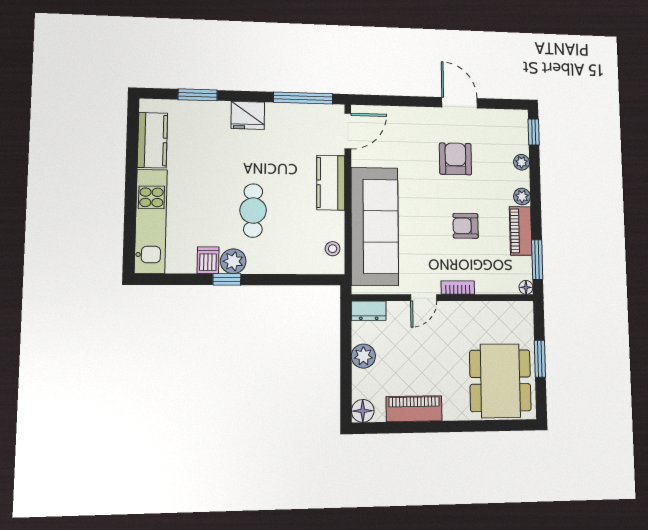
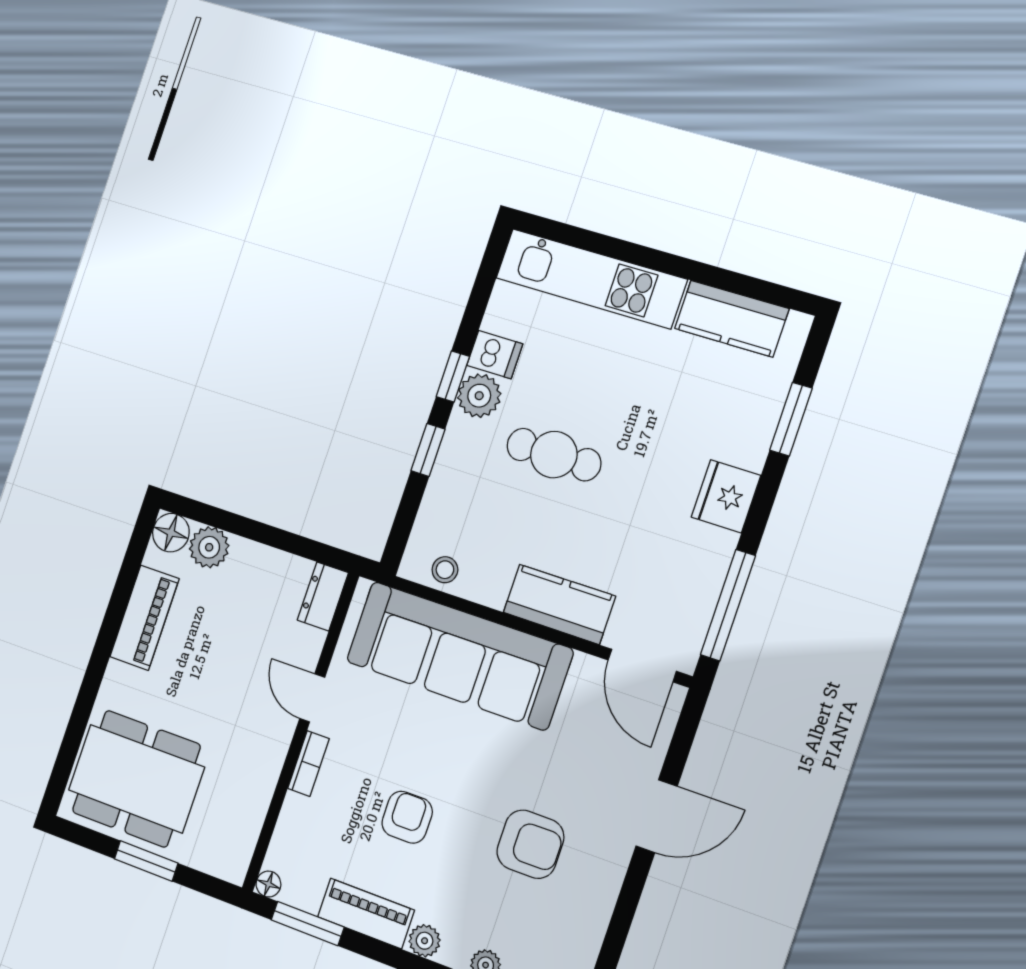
door: (460, 103) -> (657, 816), moved
window: (271, 280) -> (428, 450), added
plant: (363, 356) -> (209, 547), moved

